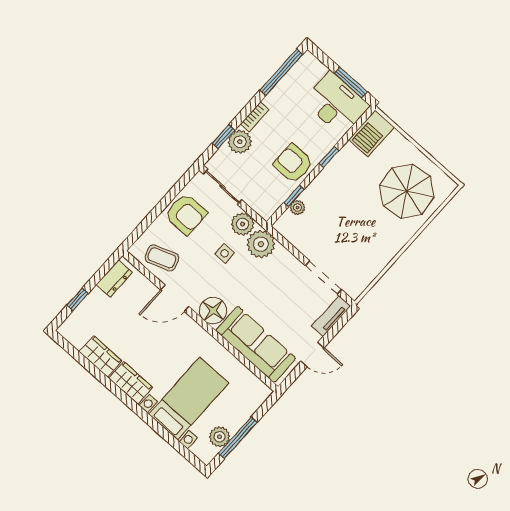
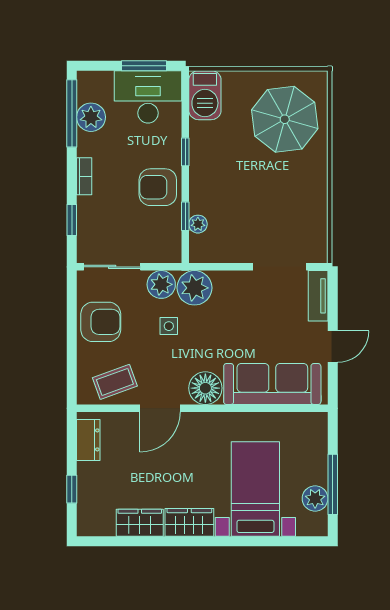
plant: (240, 142) -> (91, 117), moved

